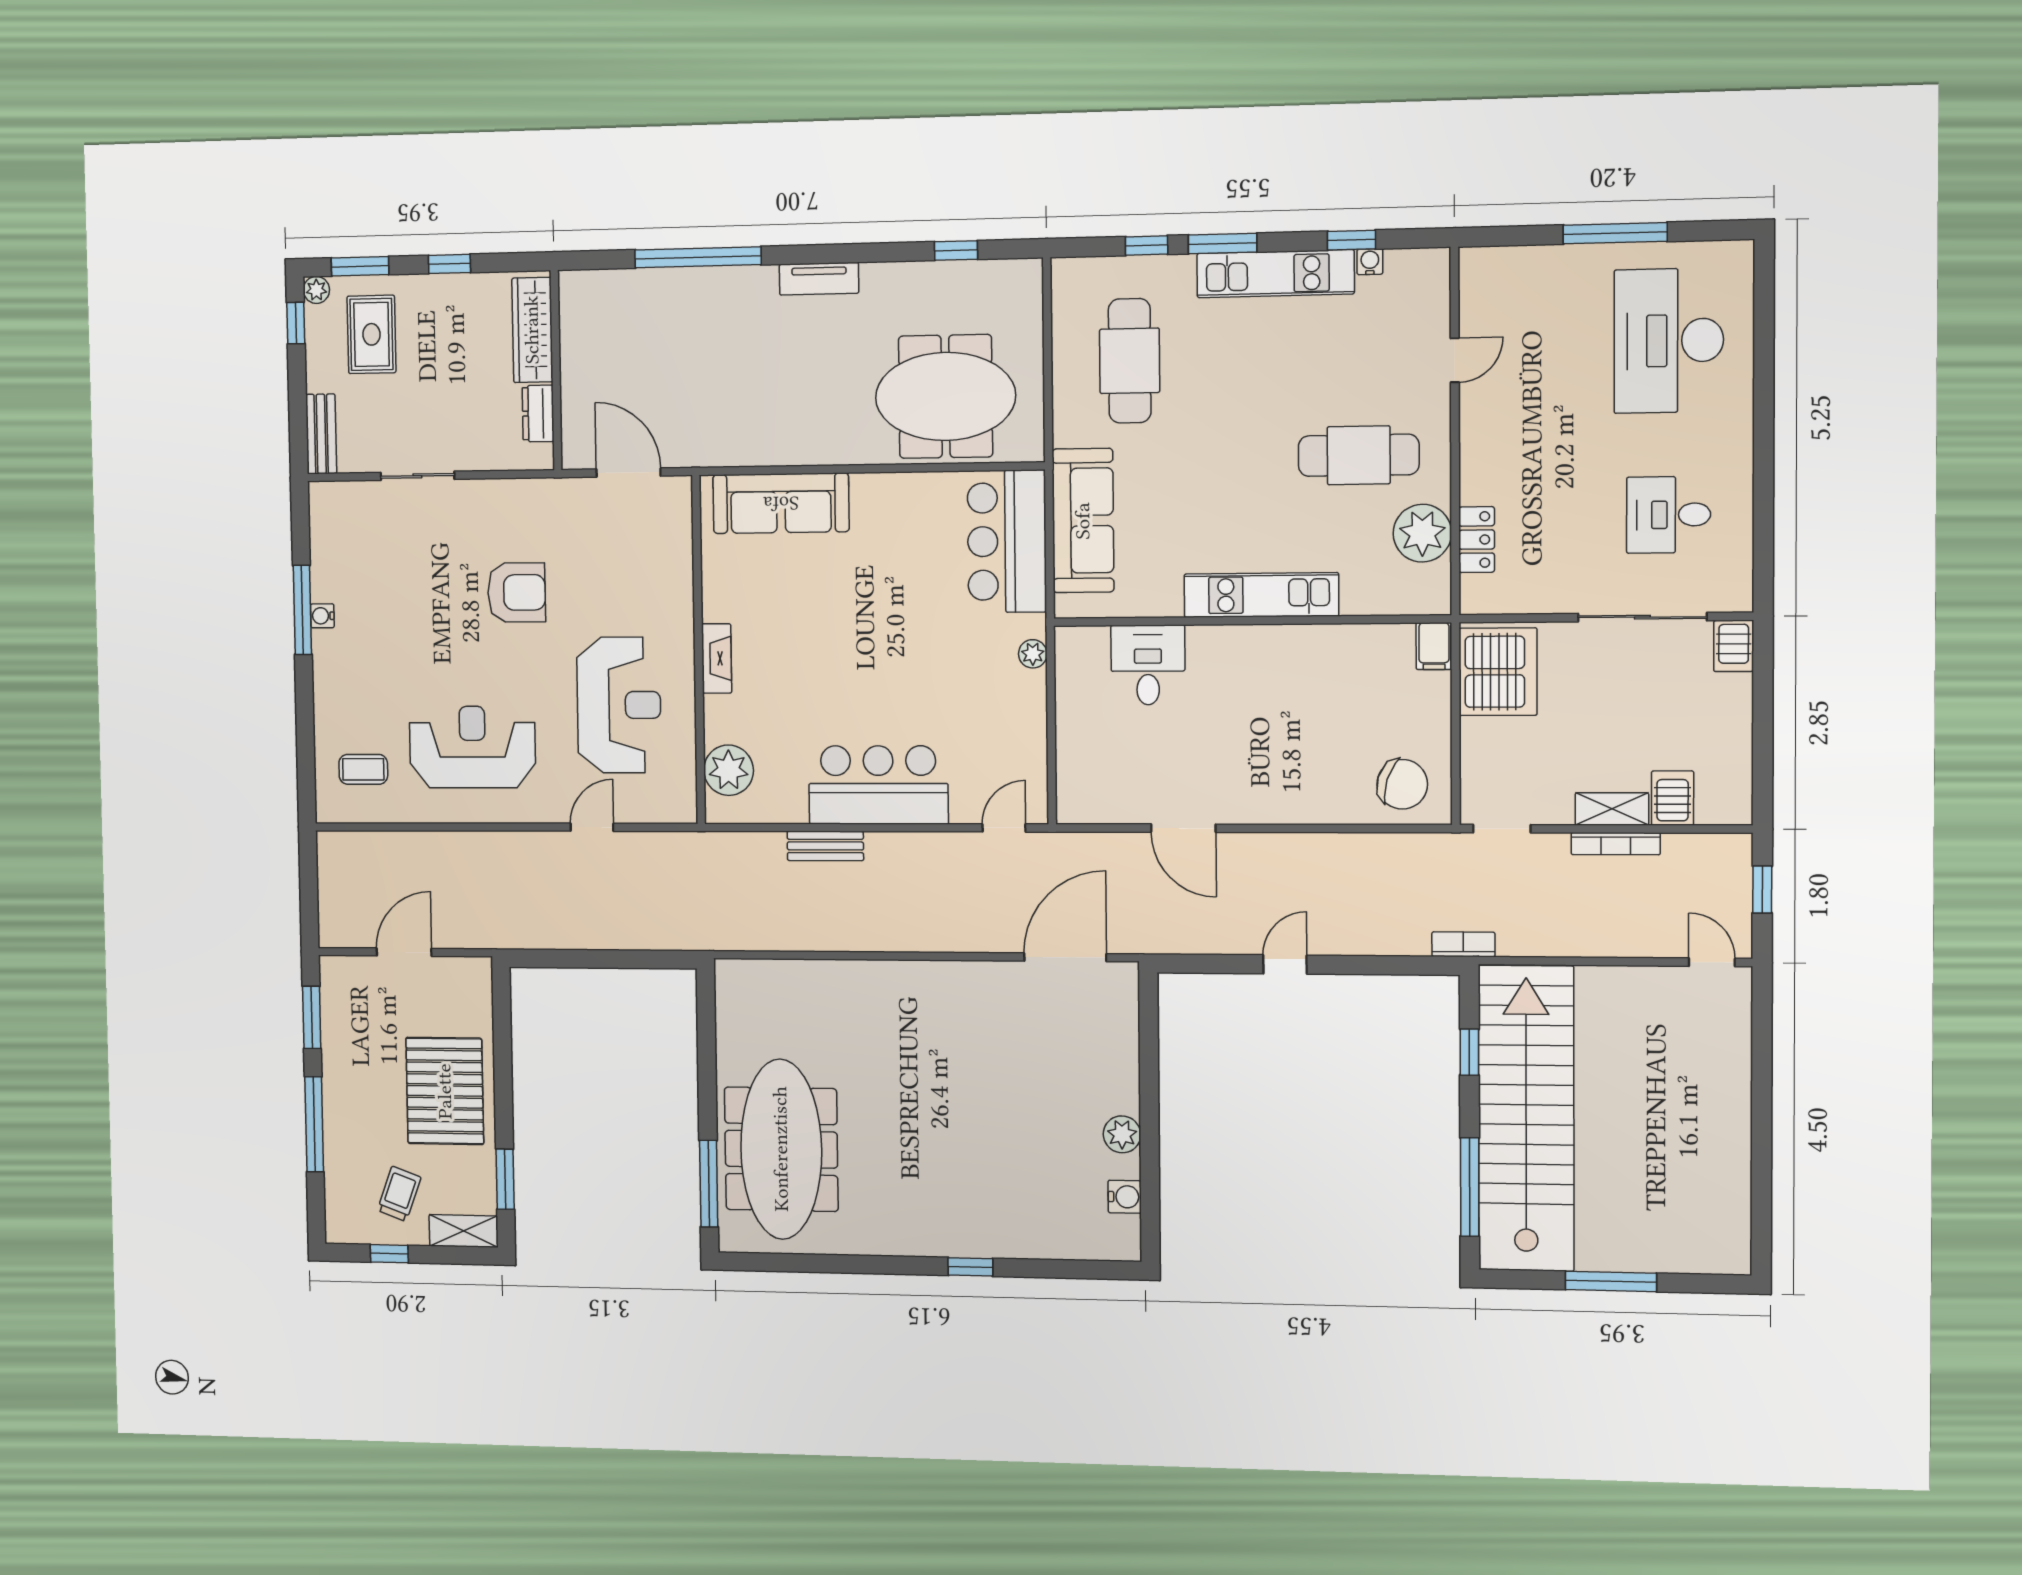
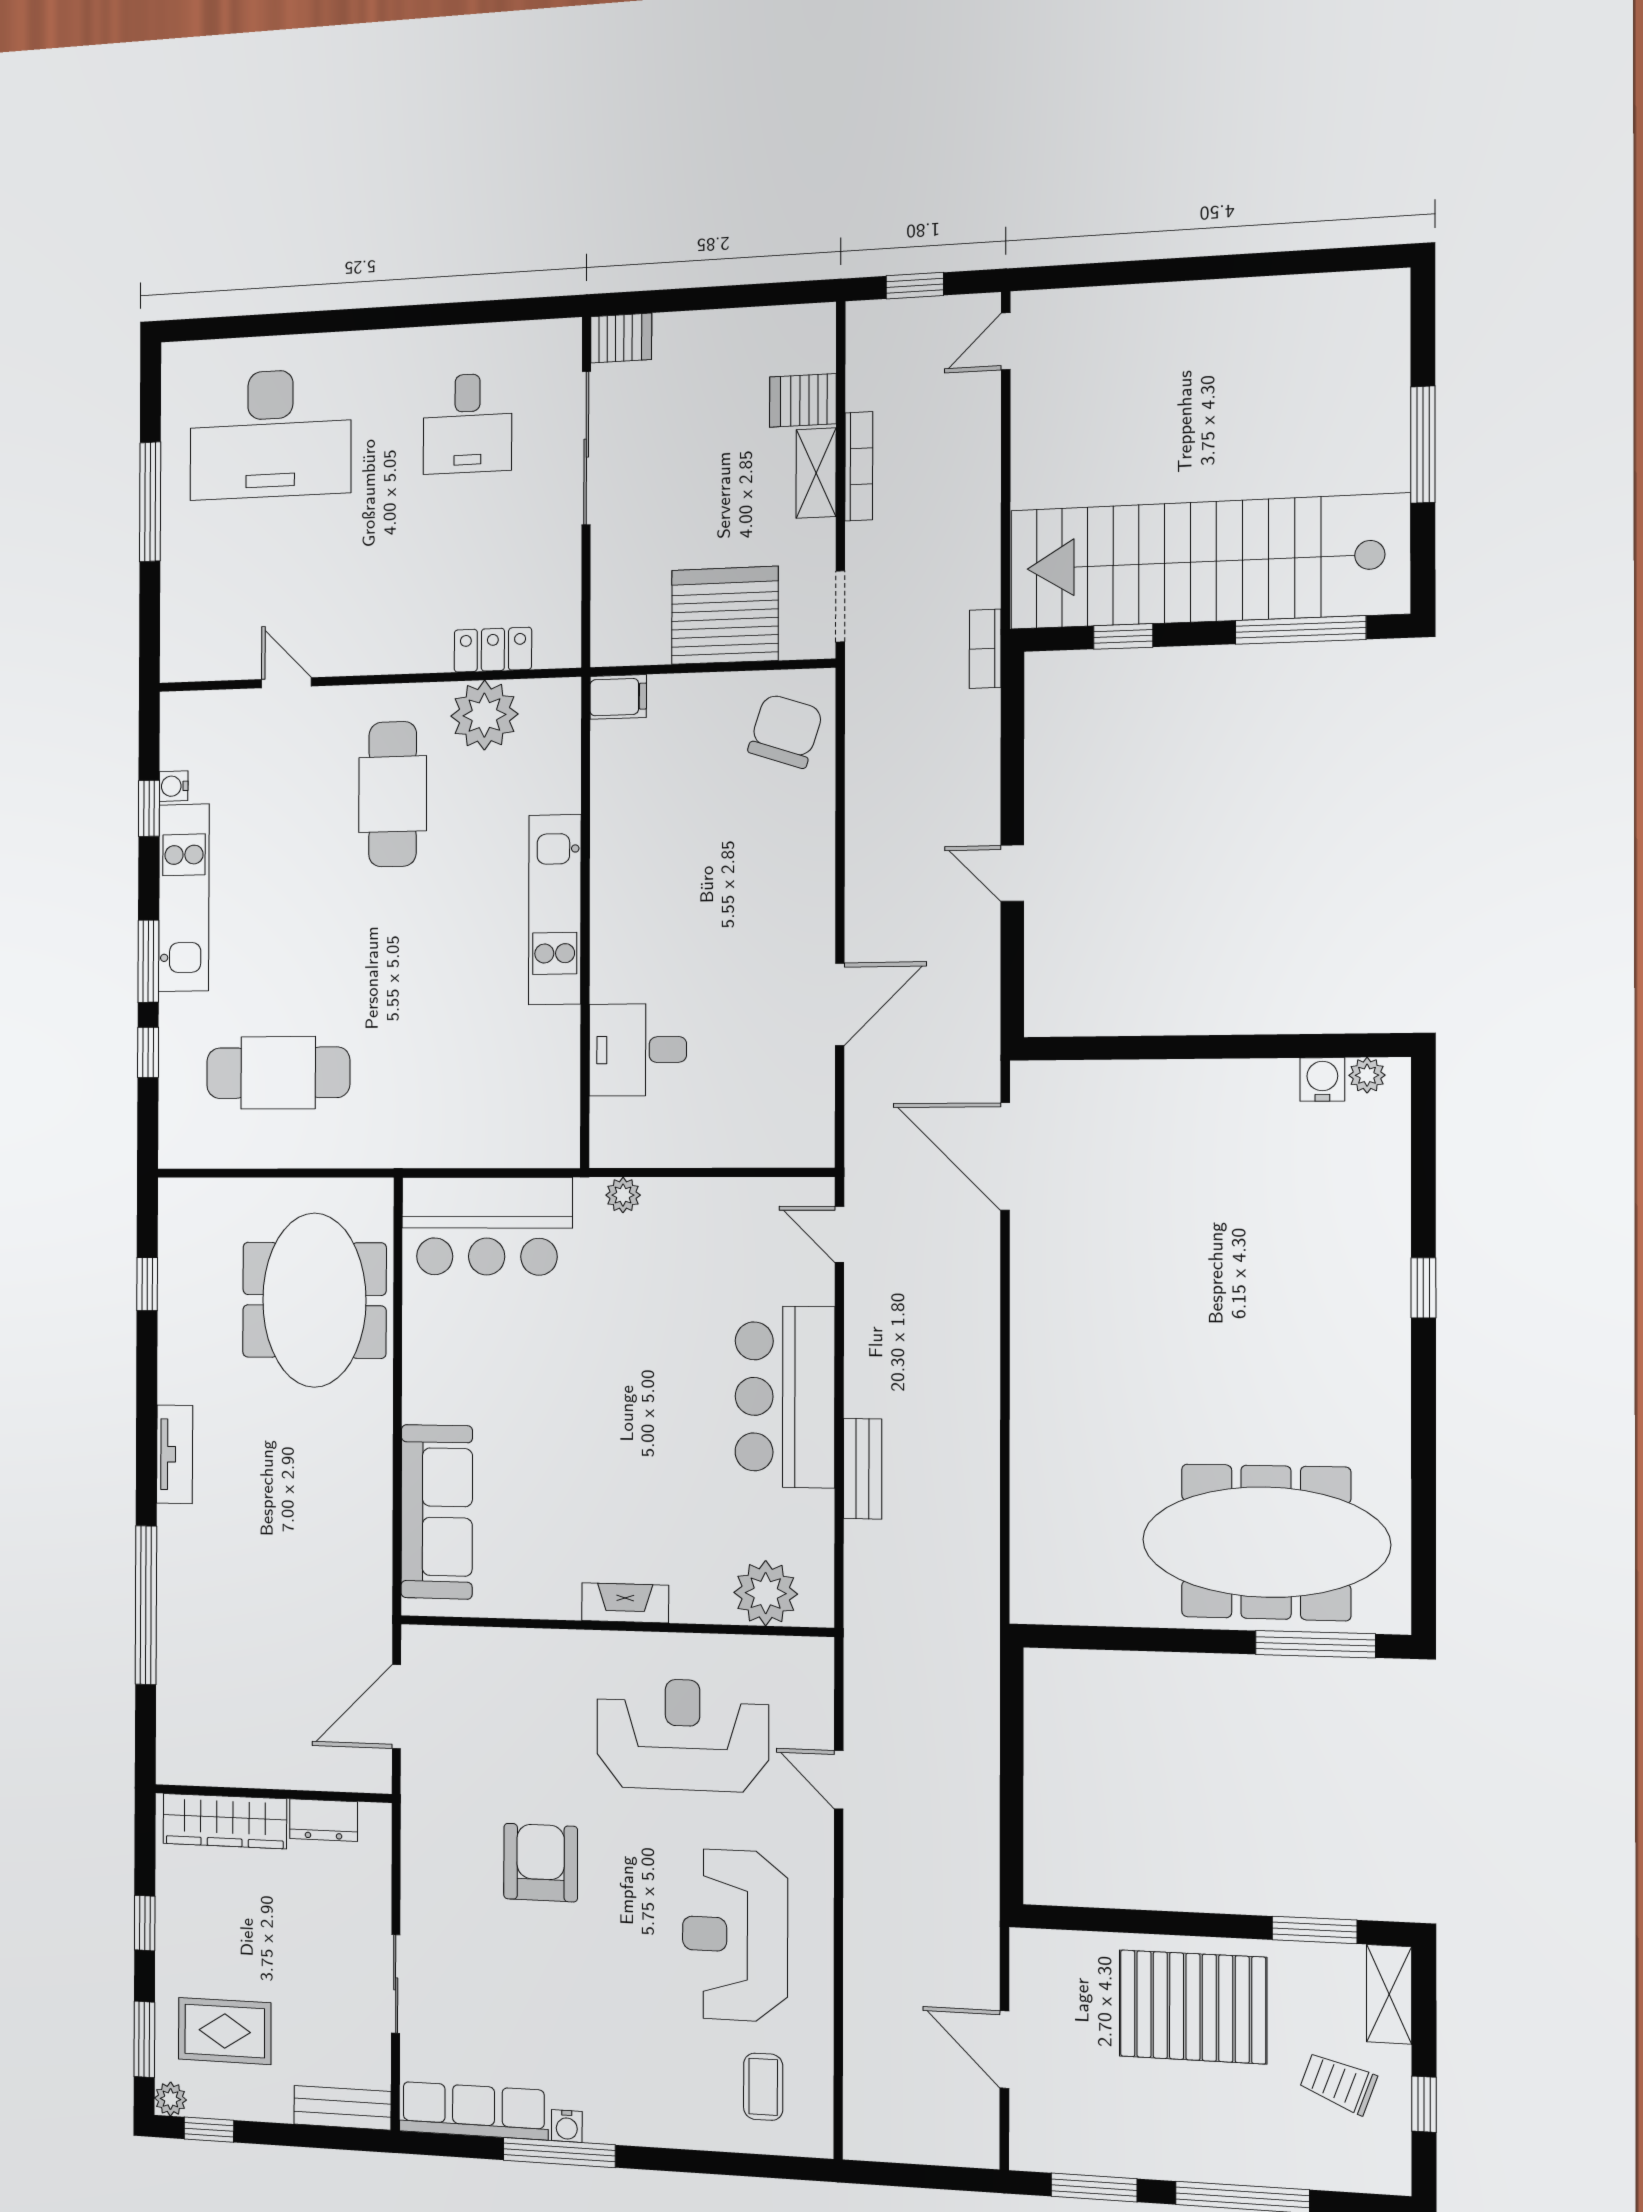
sofa: (1083, 521) -> (463, 1131), removed
row of seats: (328, 541) -> (474, 2111), added
server rack: (1498, 672) -> (725, 615), moved
plant: (1122, 1134) -> (1367, 1075), moved, width x0.73, depth x0.73

